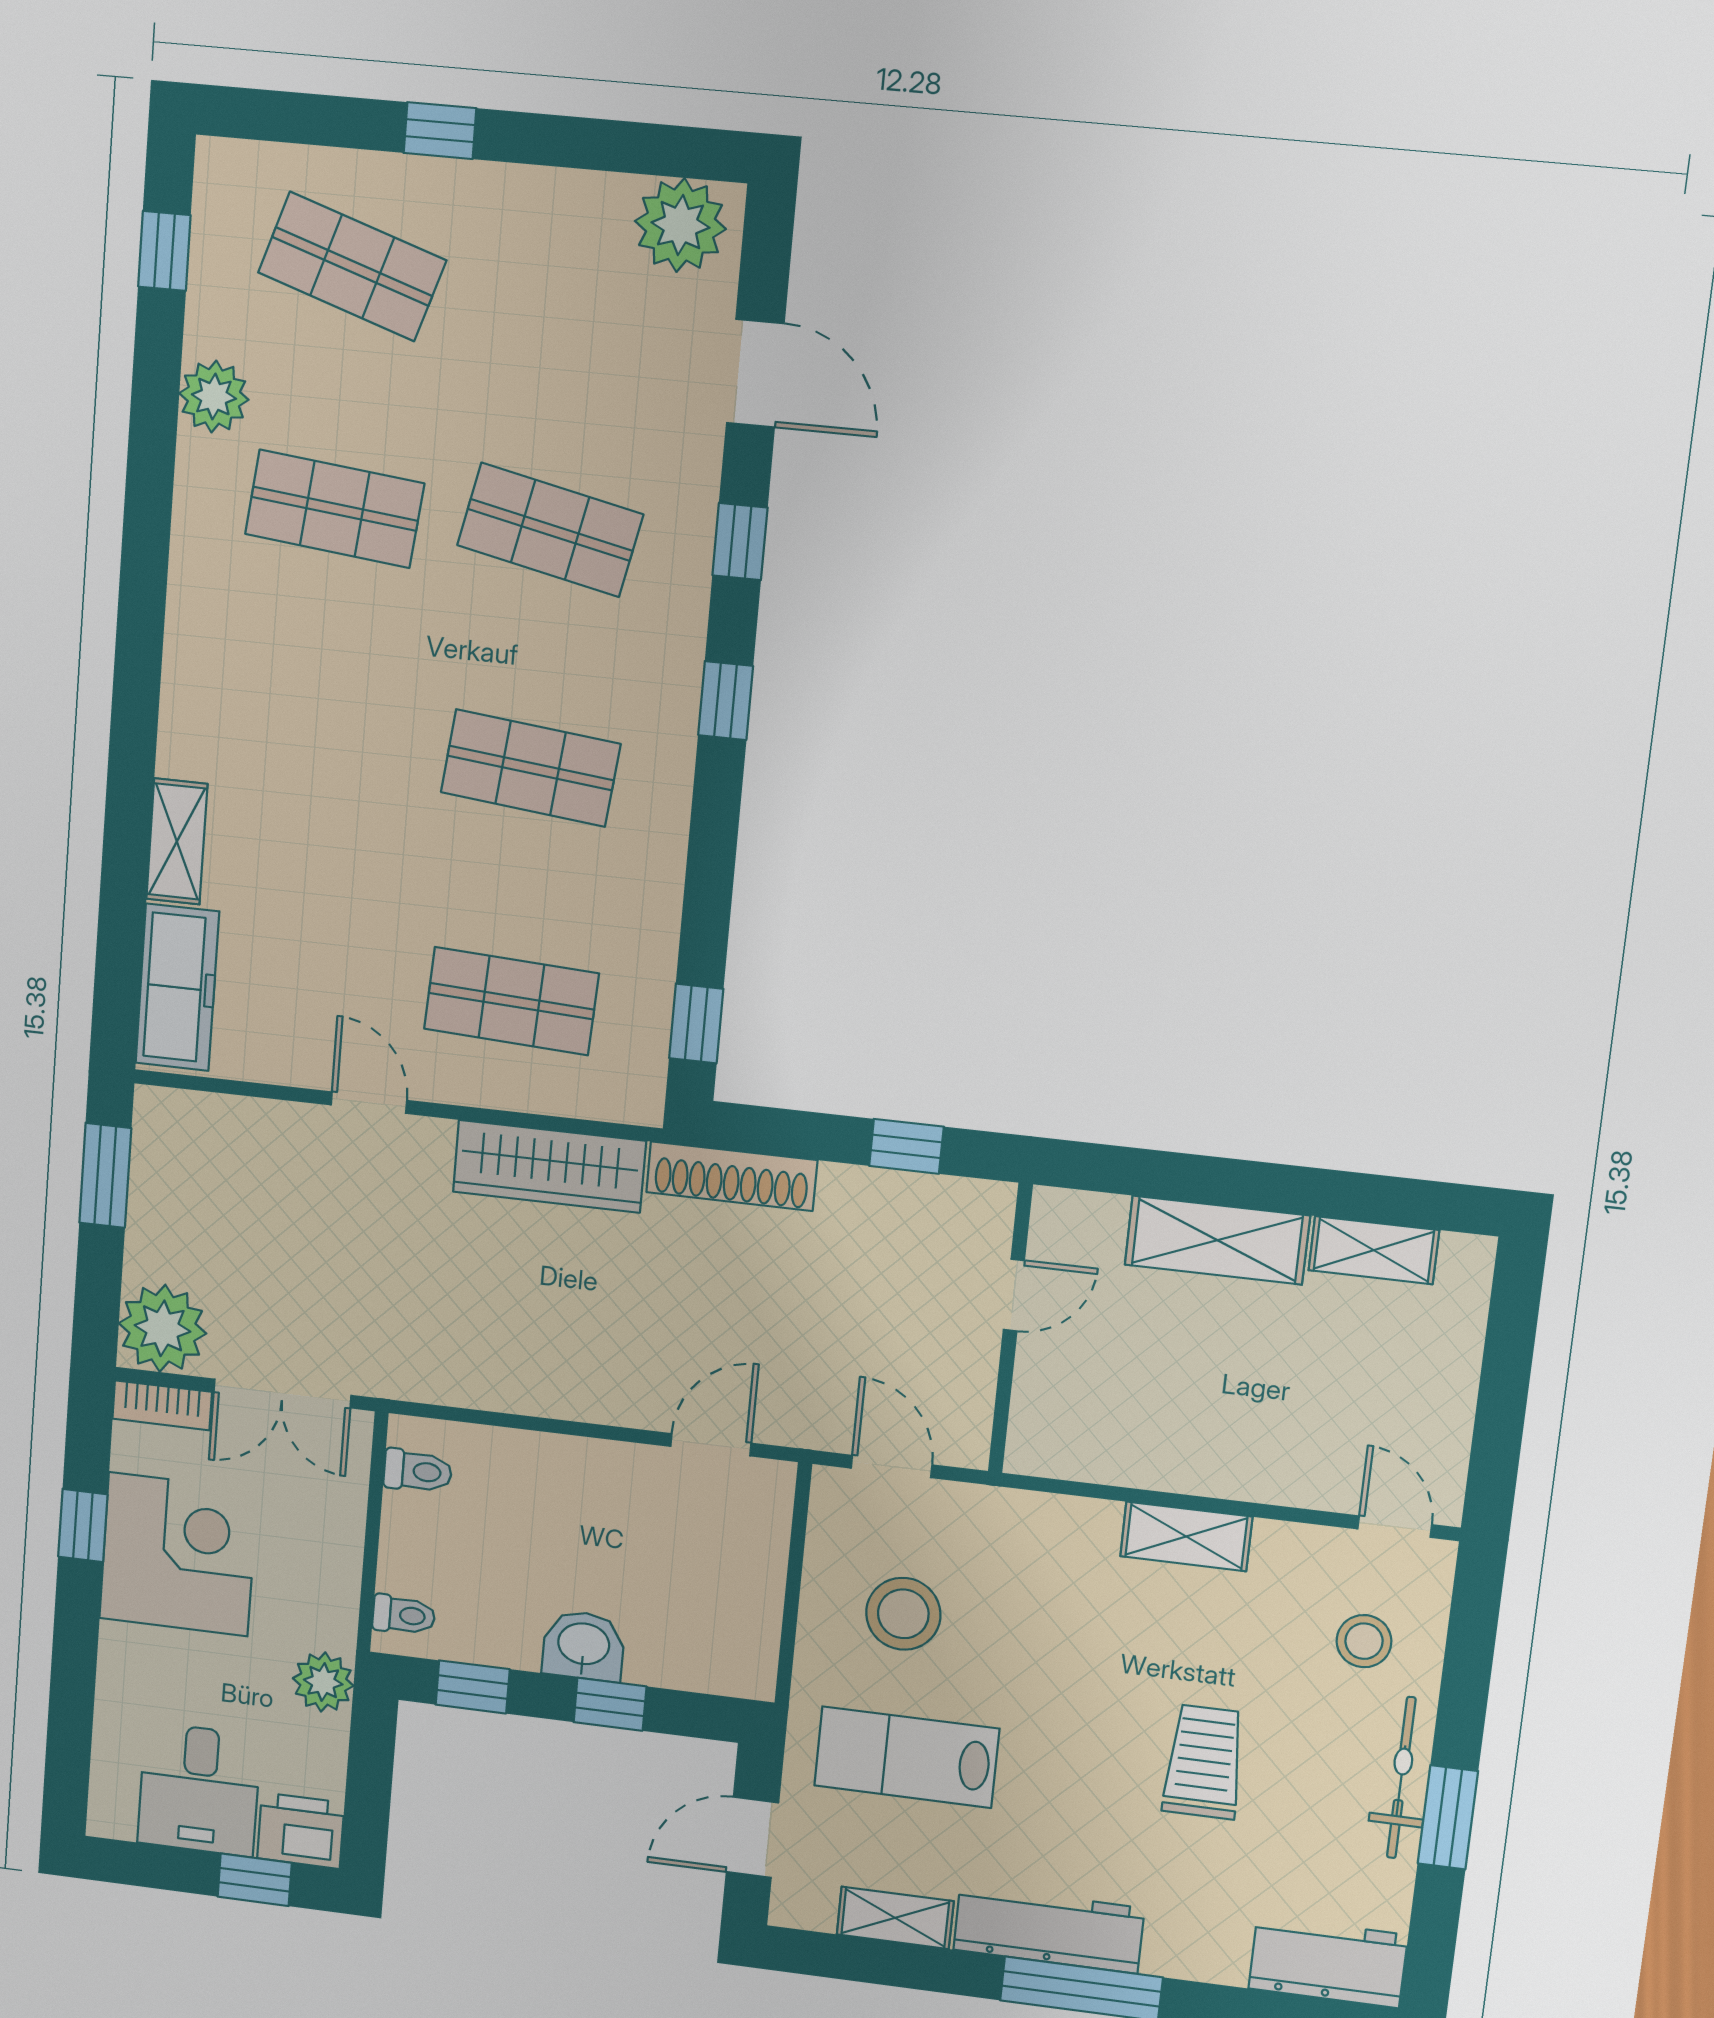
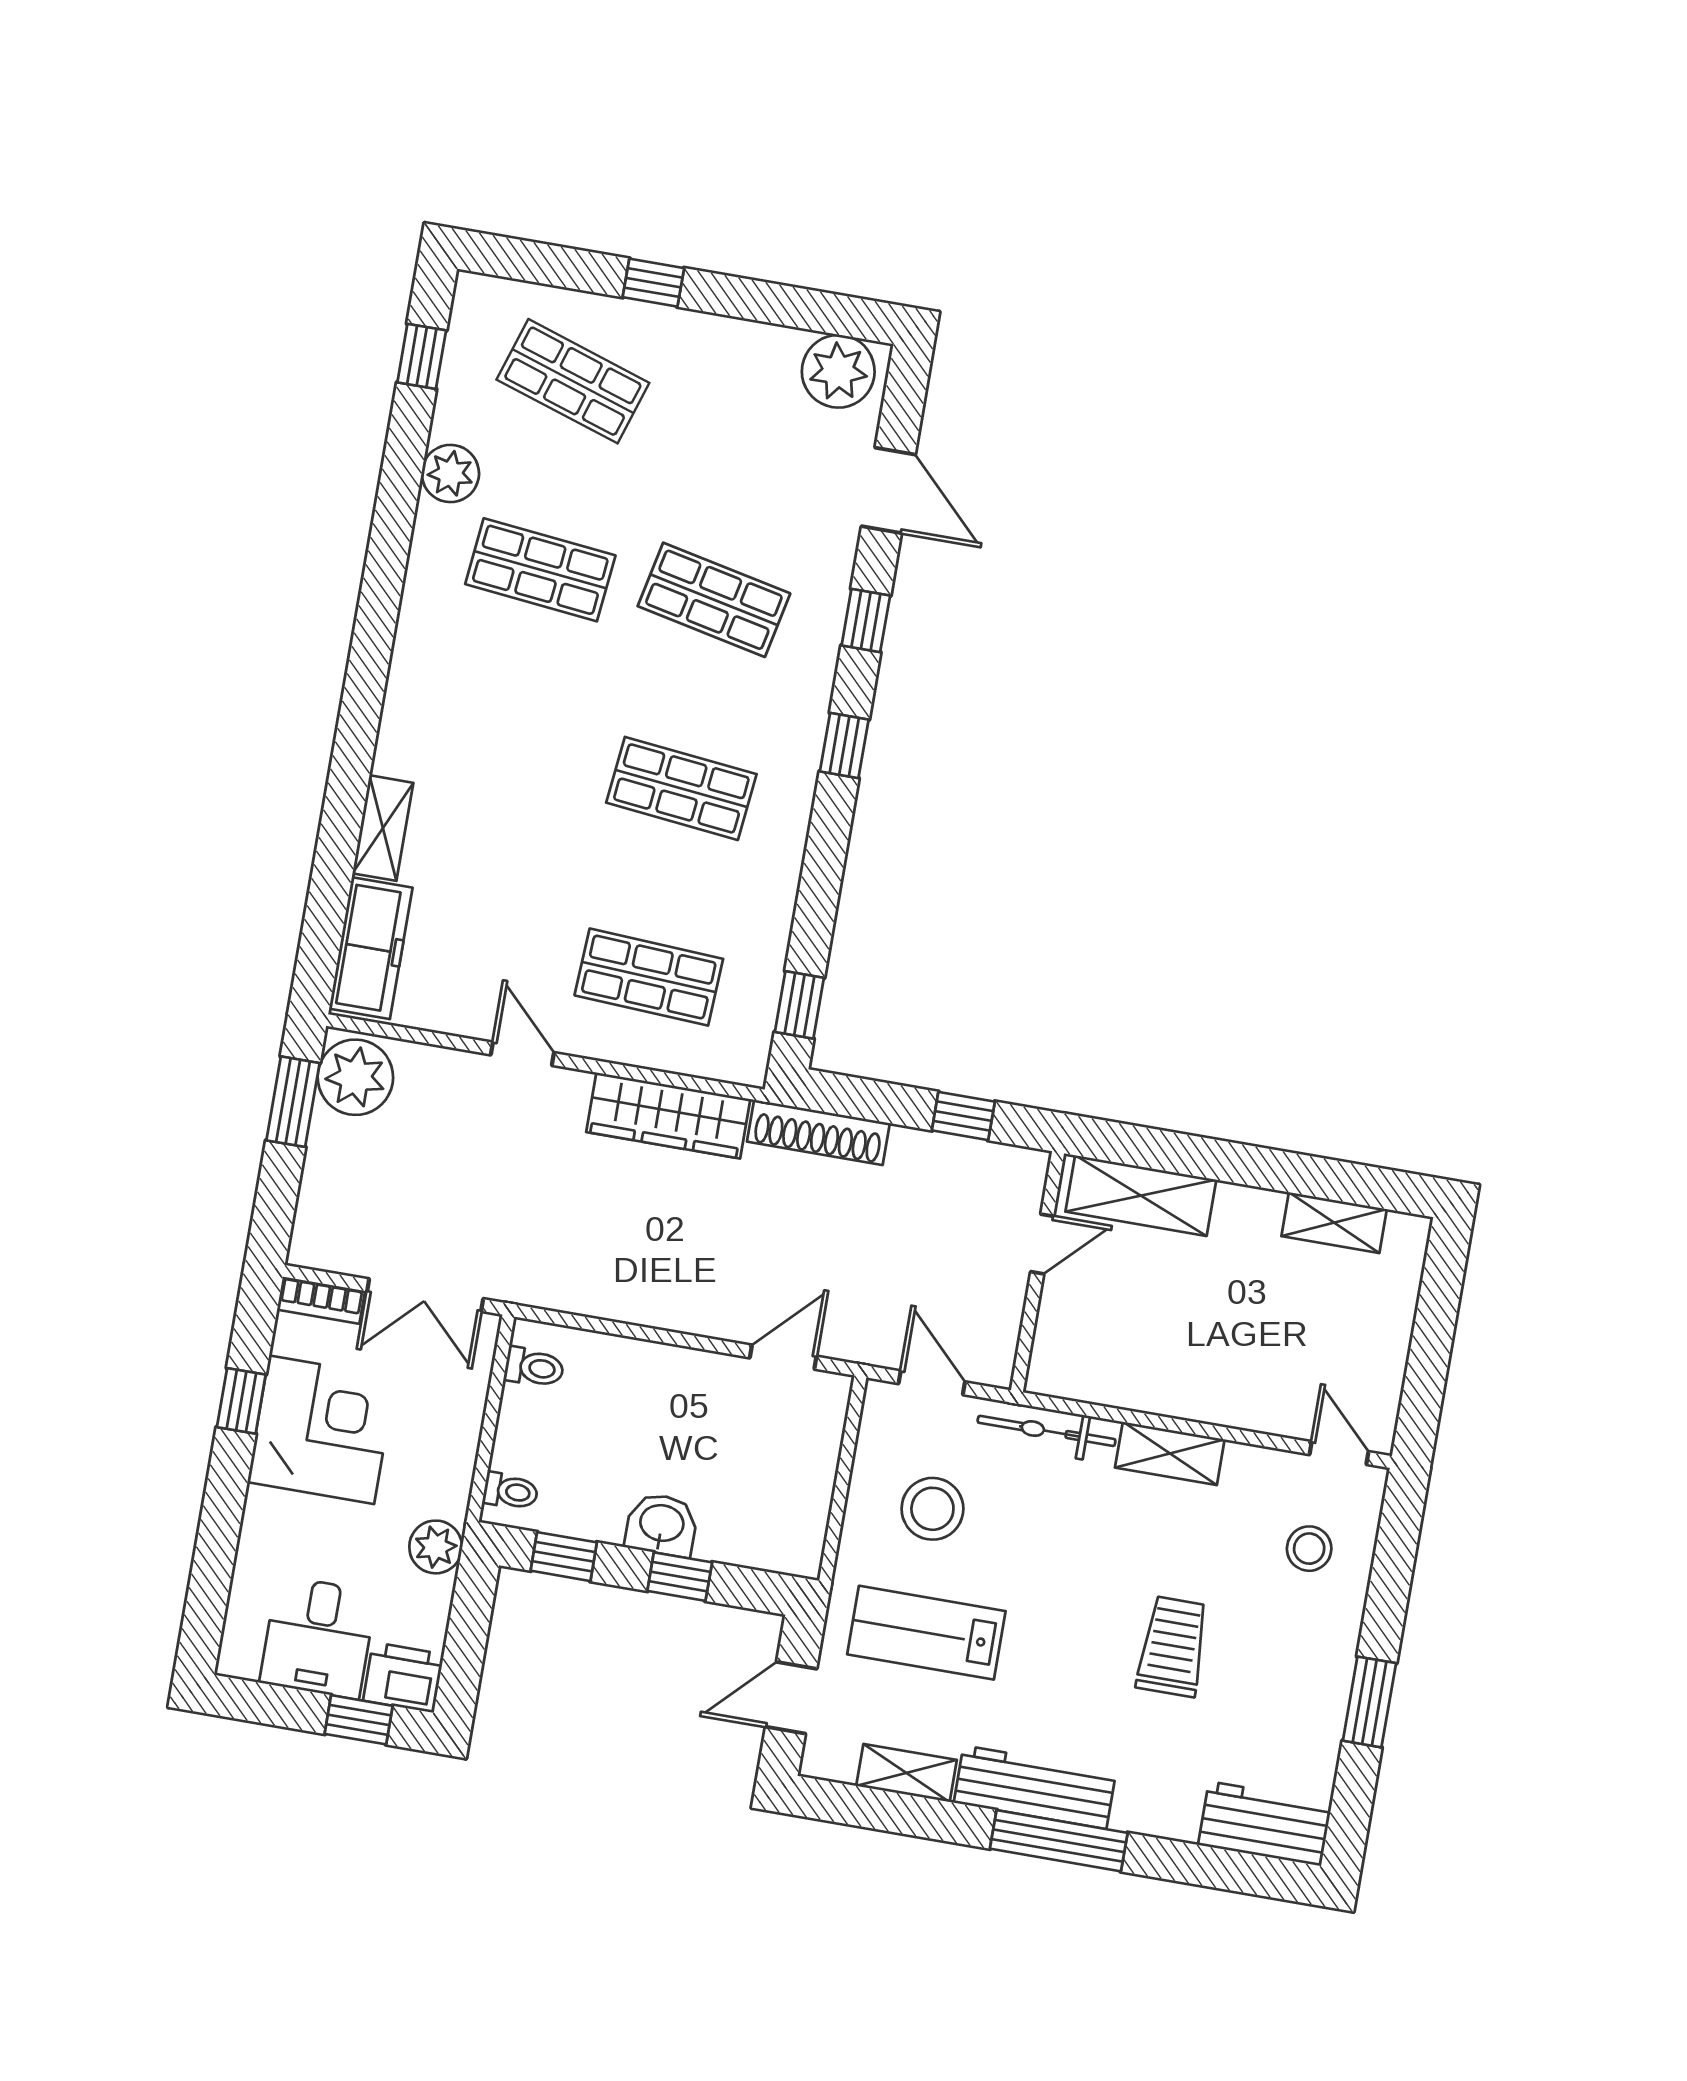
shelving: (1217, 1240) -> (1141, 1196), moved
plant: (162, 1328) -> (355, 1077), moved
bicycle: (1401, 1778) -> (1047, 1431), moved, turned -90

